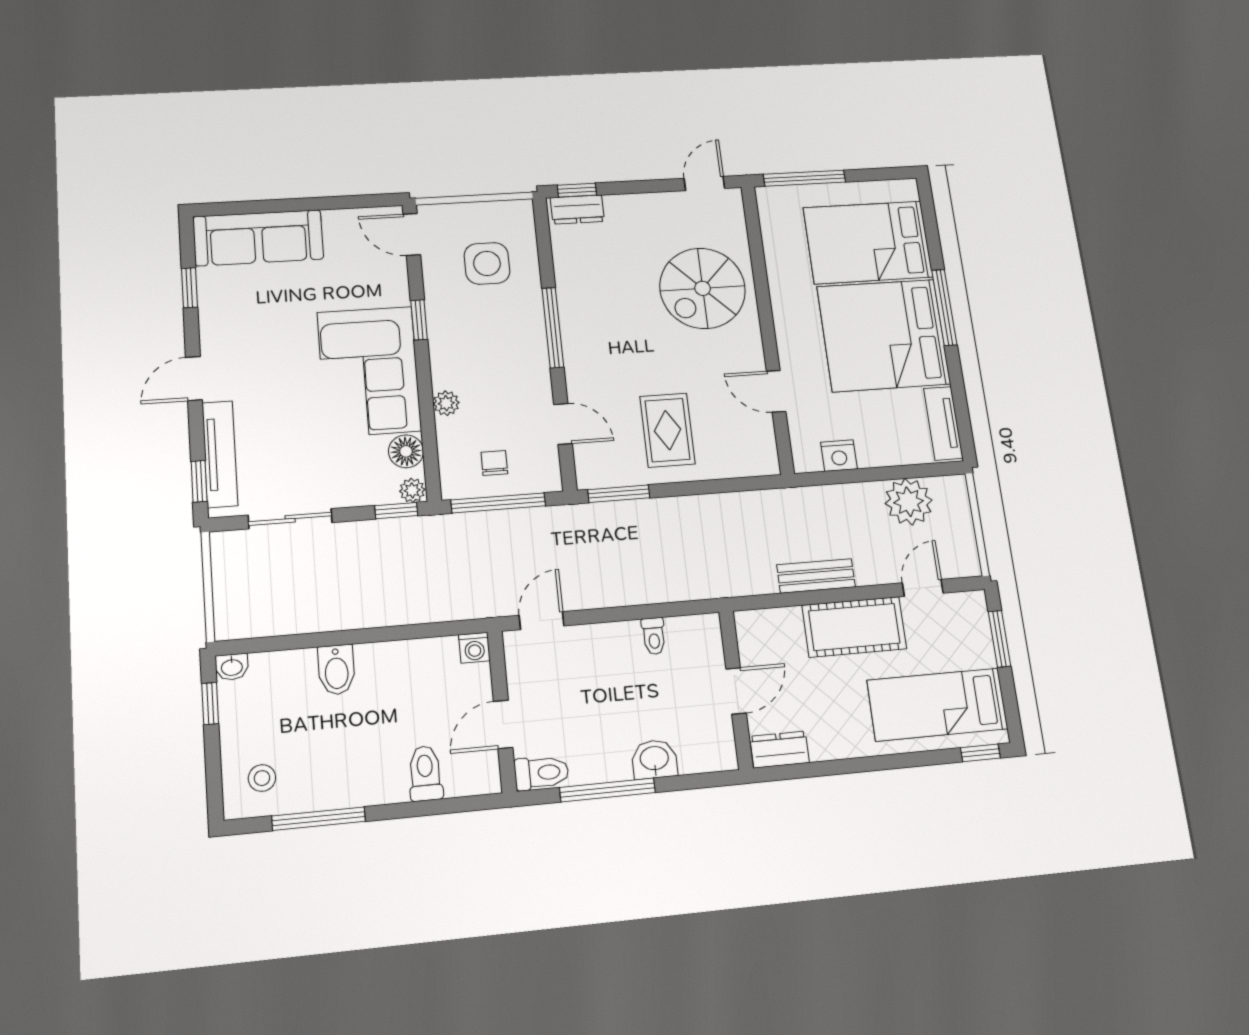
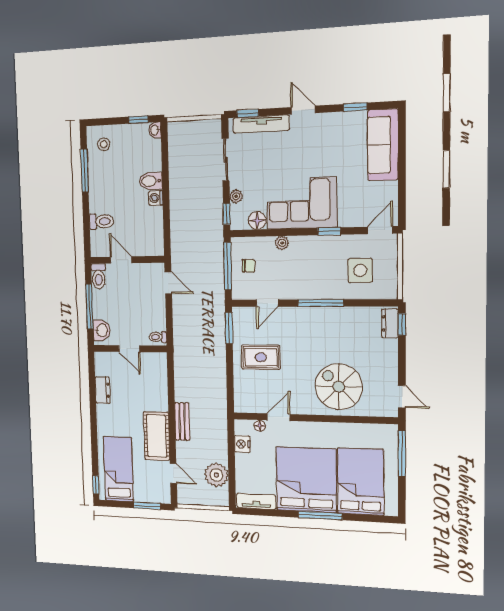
floor lamp: (798, 425) -> (260, 426), added
plant: (412, 490) -> (236, 196), moved
washing machine: (474, 648) -> (156, 198), moved
wall: (736, 689) -> (130, 349), moved
door: (736, 691) -> (129, 349), moved

